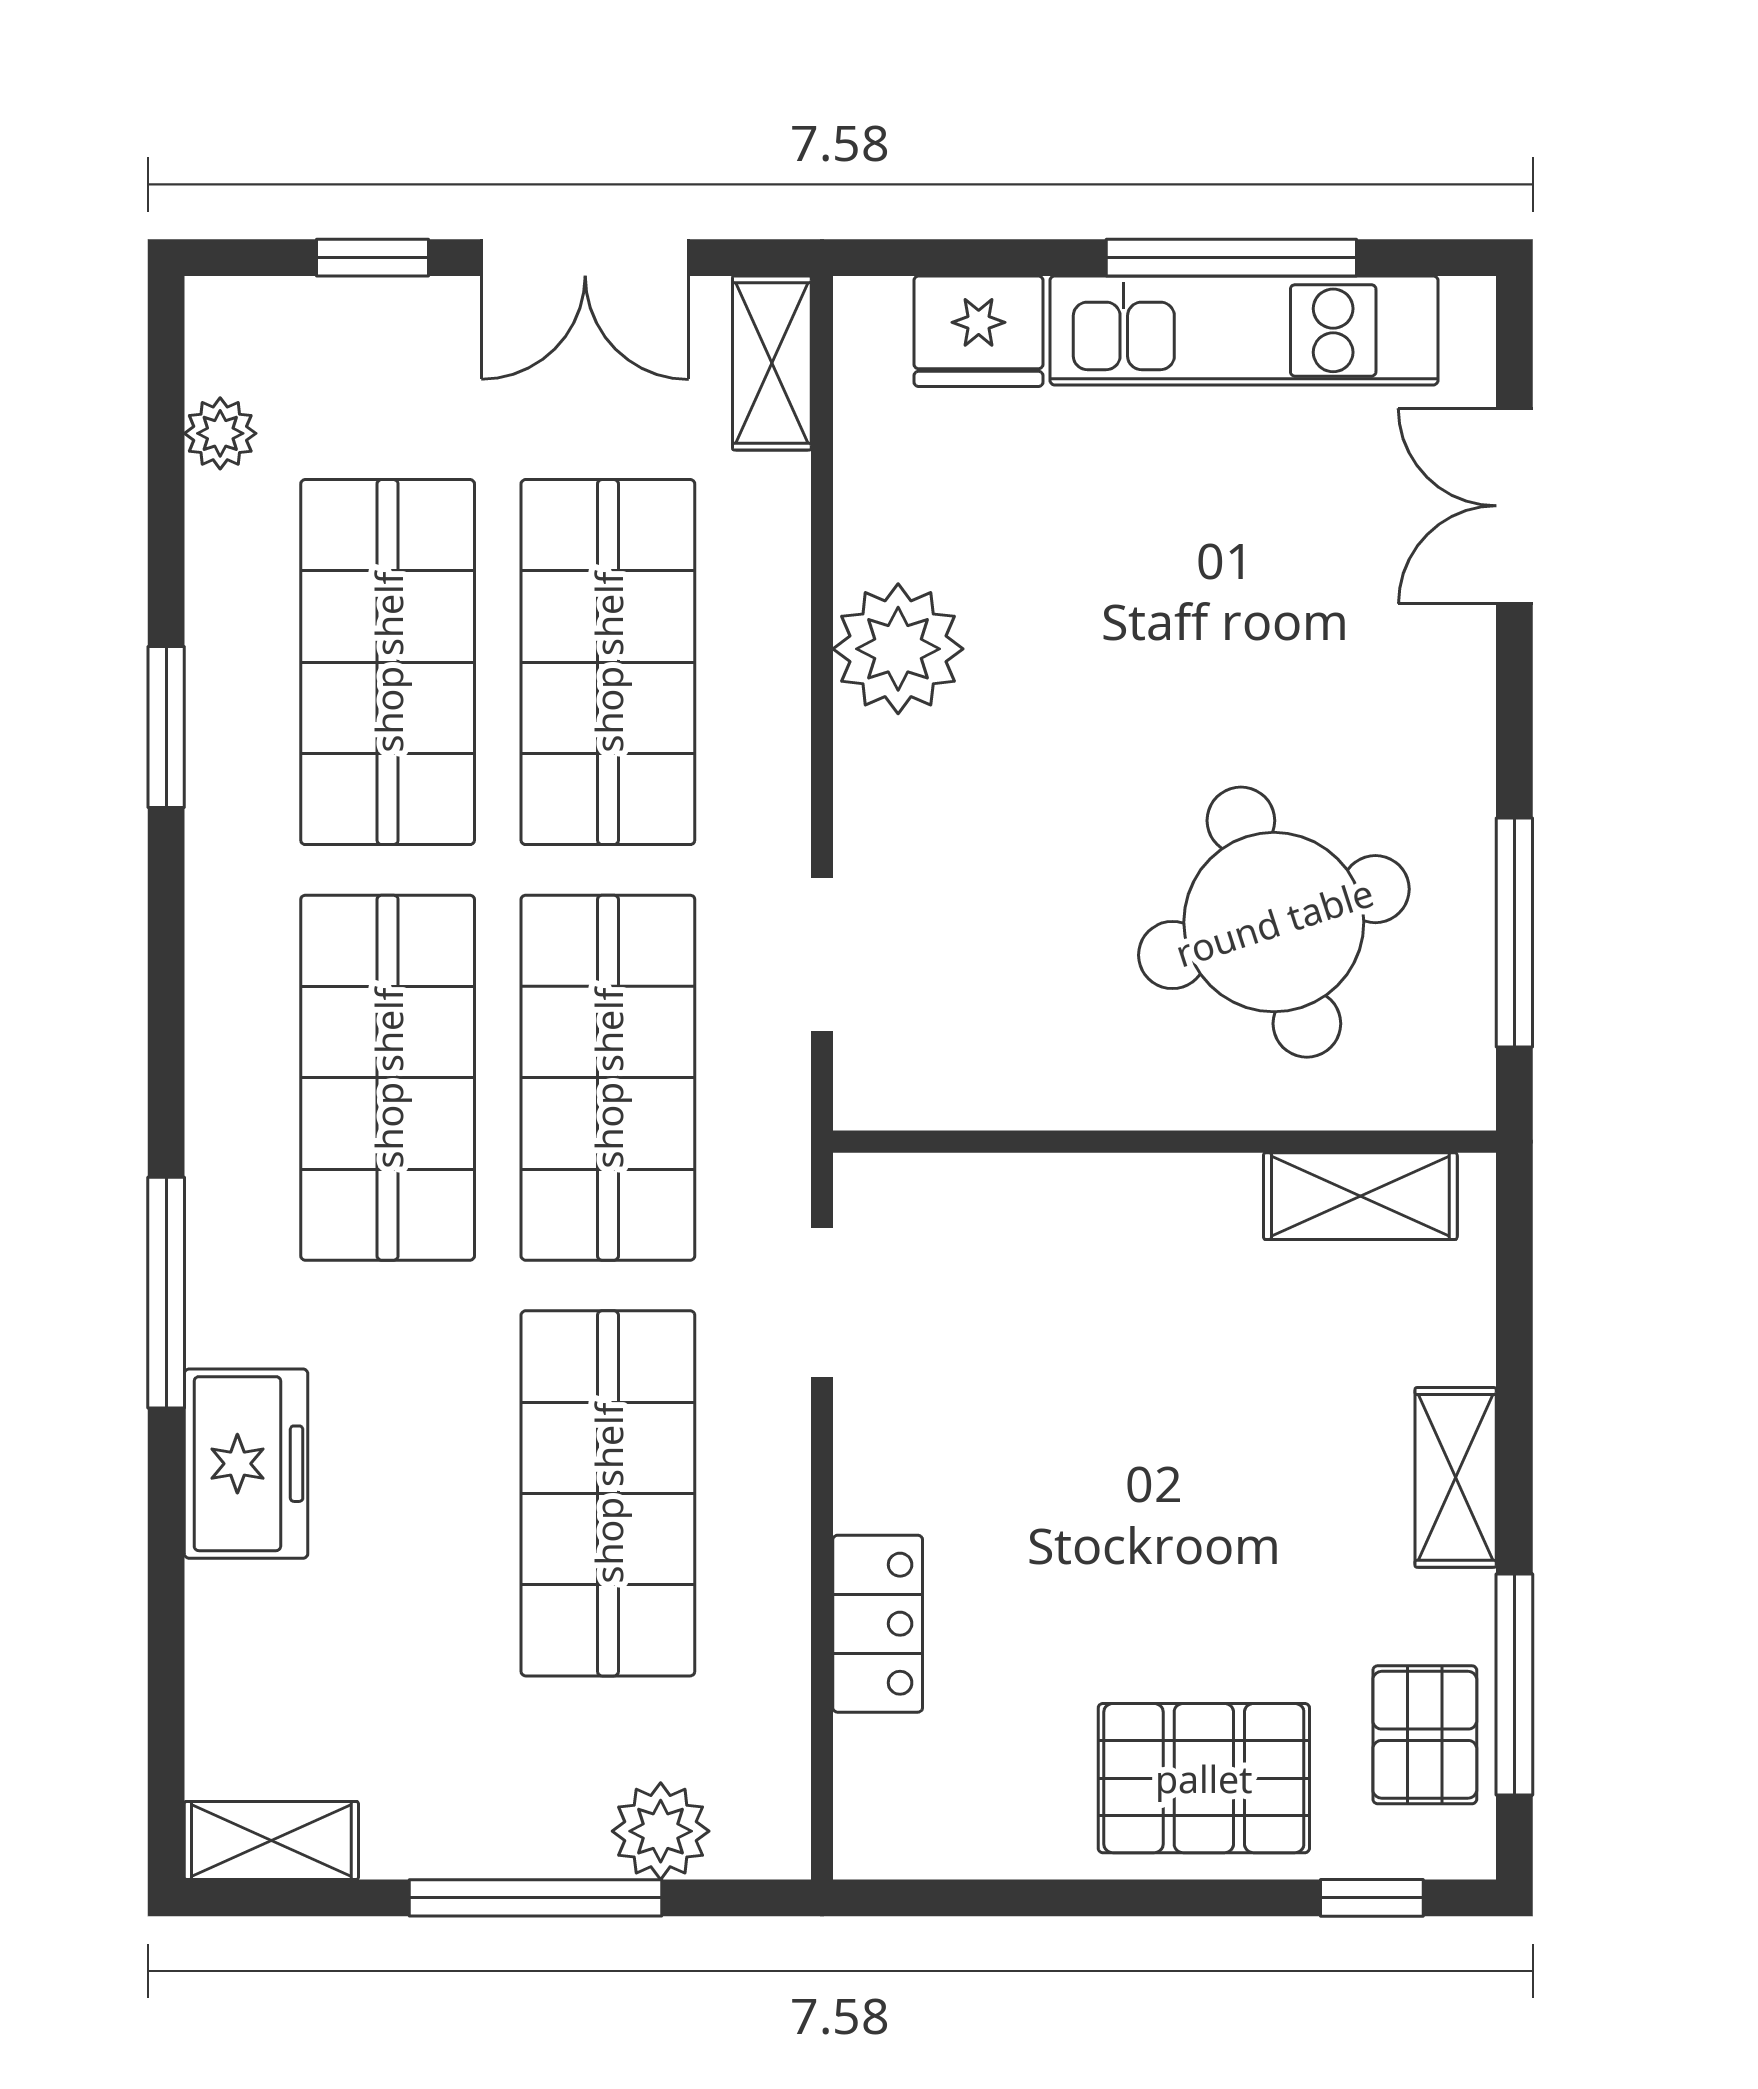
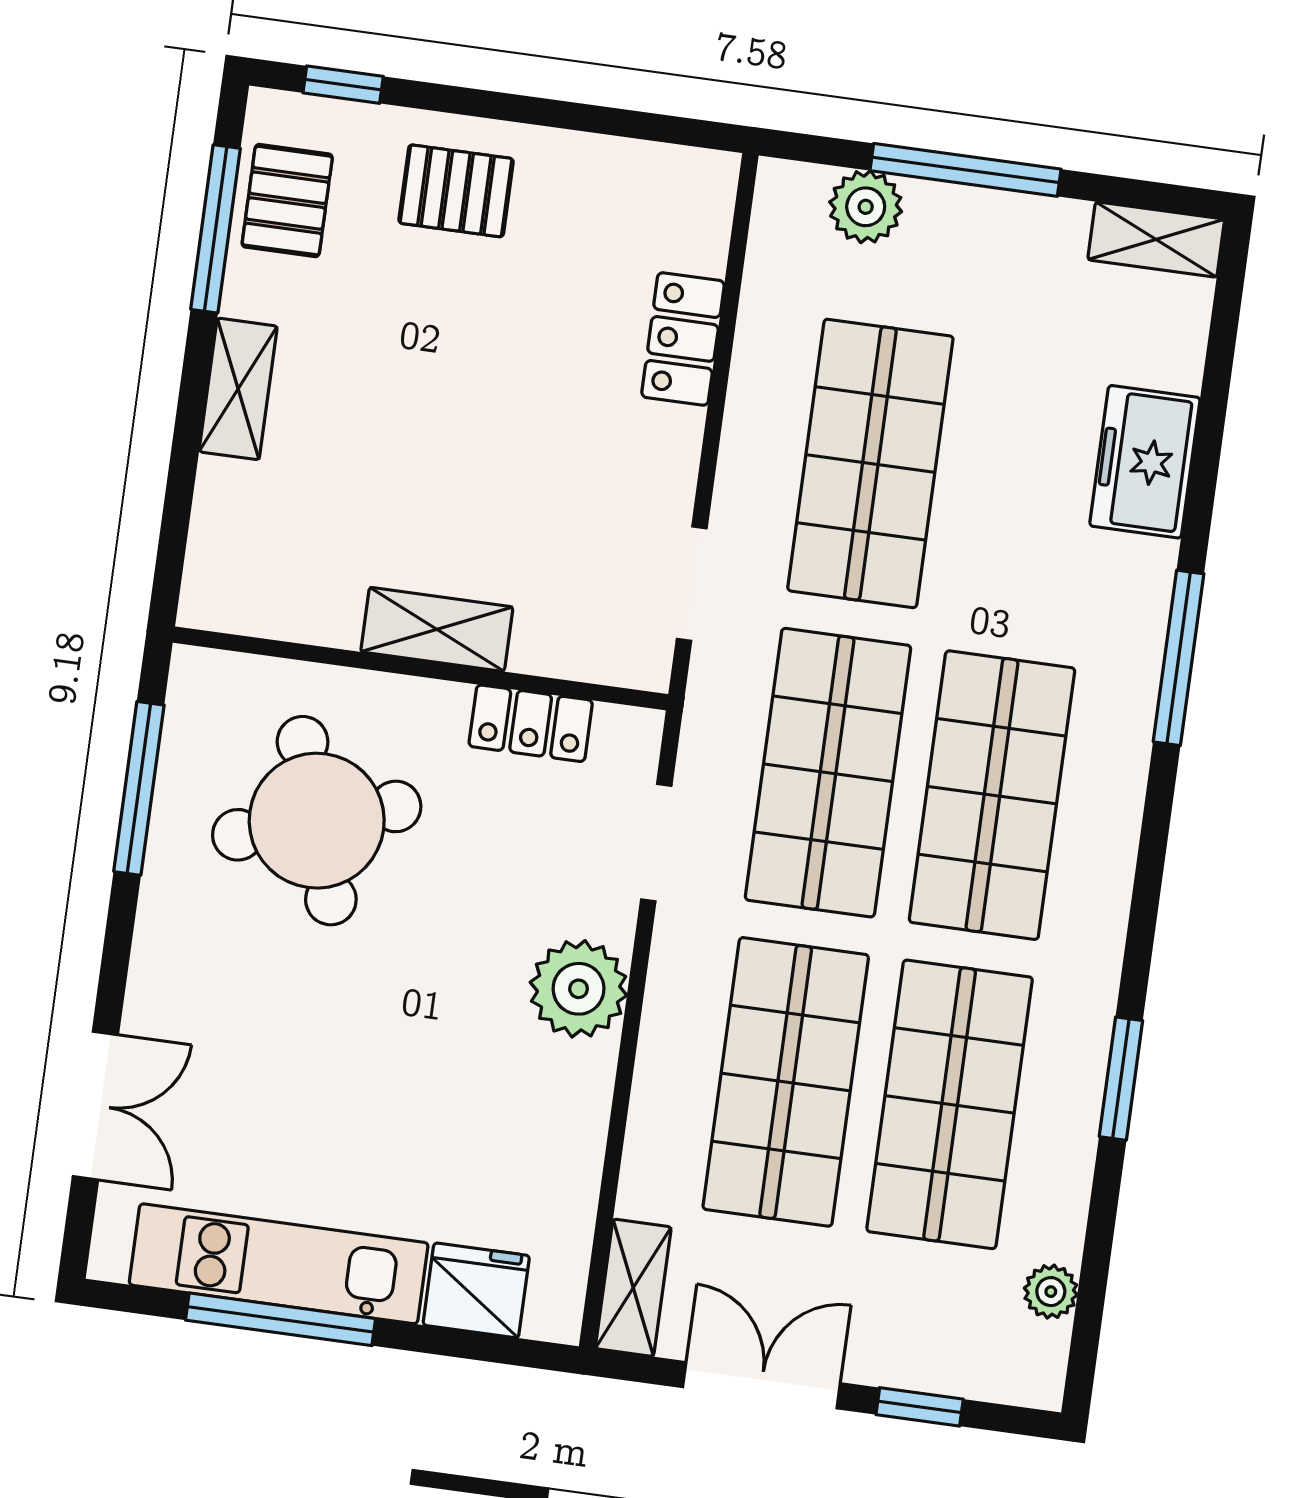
plant: (898, 649) -> (579, 989), moved
locker: (1009, 1089) -> (531, 723), added
shelving: (1360, 1196) -> (437, 629), moved
freezer: (246, 1464) -> (1145, 462), moved
pallet: (1204, 1778) -> (456, 191), width x0.67, depth x0.71

